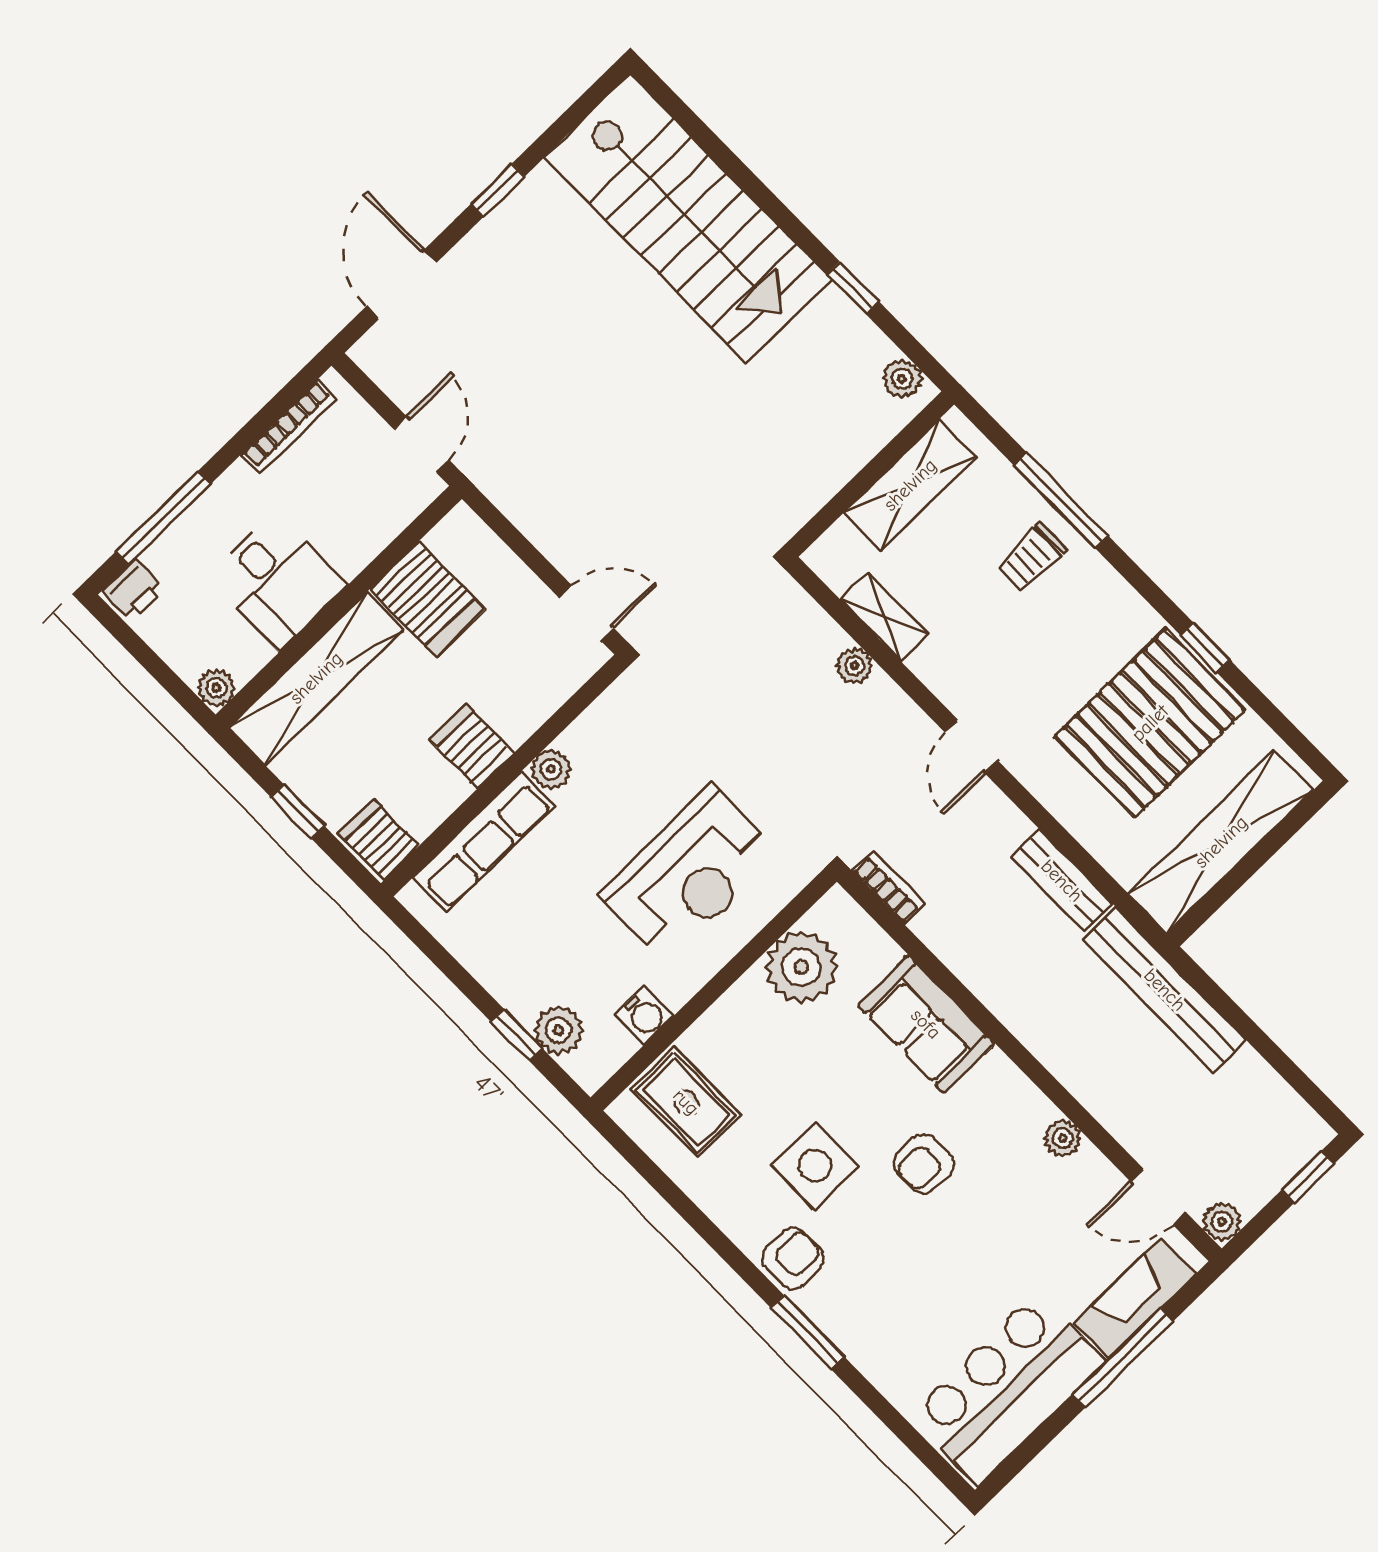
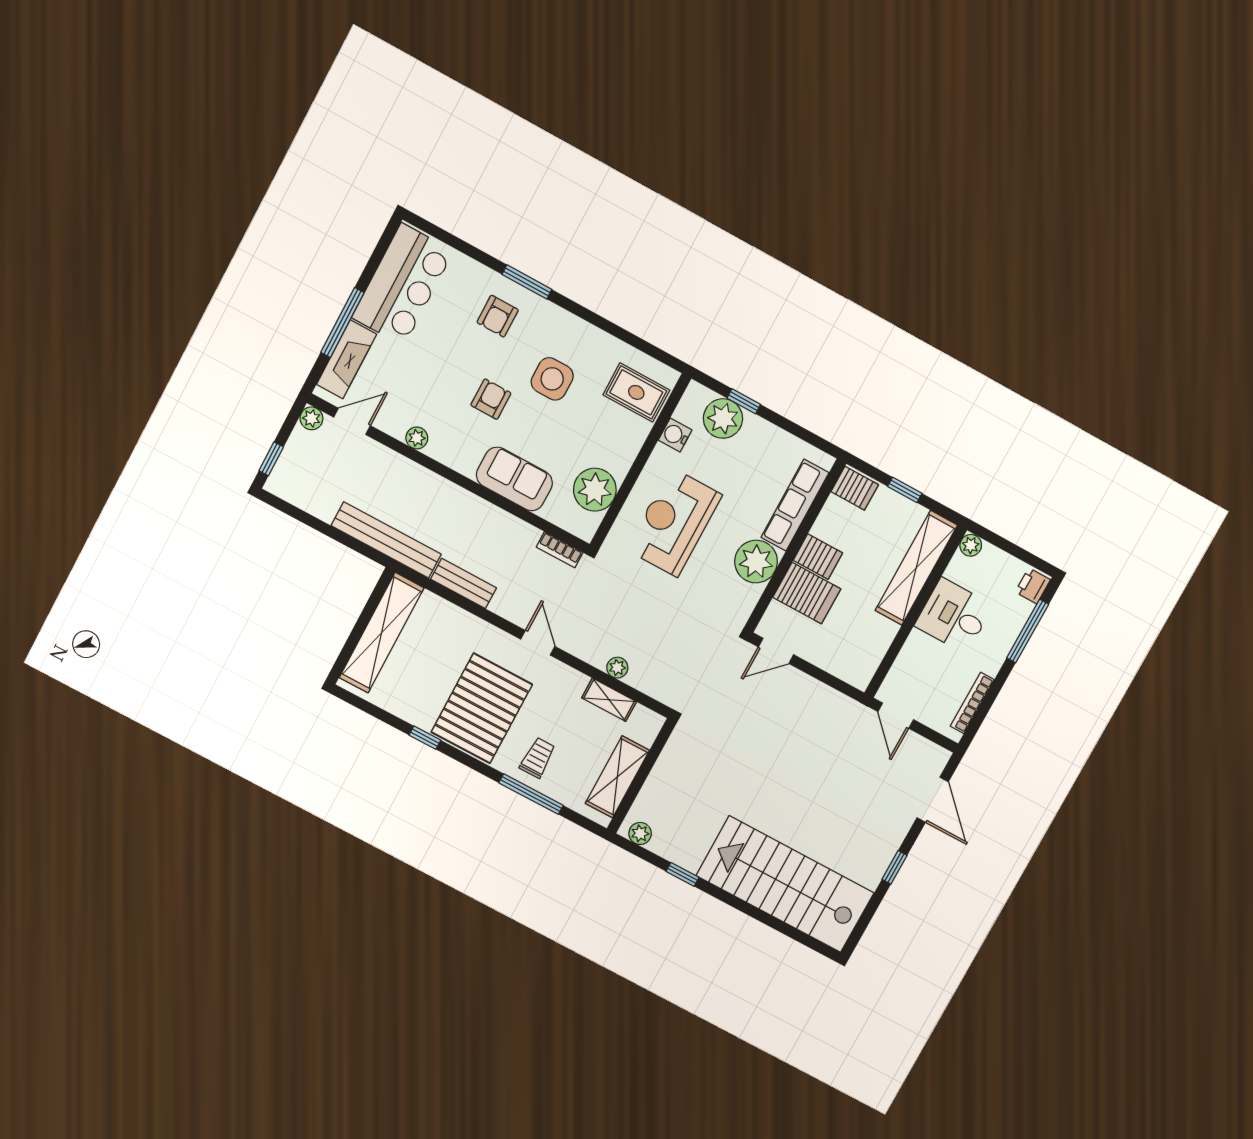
server rack: (427, 599) -> (807, 593), moved, turned 180
pallet: (1150, 723) -> (482, 708), moved
plant: (551, 769) -> (756, 562), width x1.87, depth x1.87
plant: (559, 1030) -> (723, 418), width x1.36, depth x1.36
armchair: (793, 1258) -> (498, 316), moved

